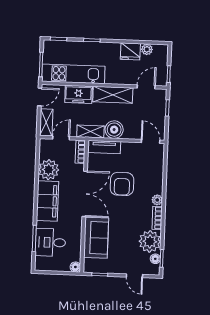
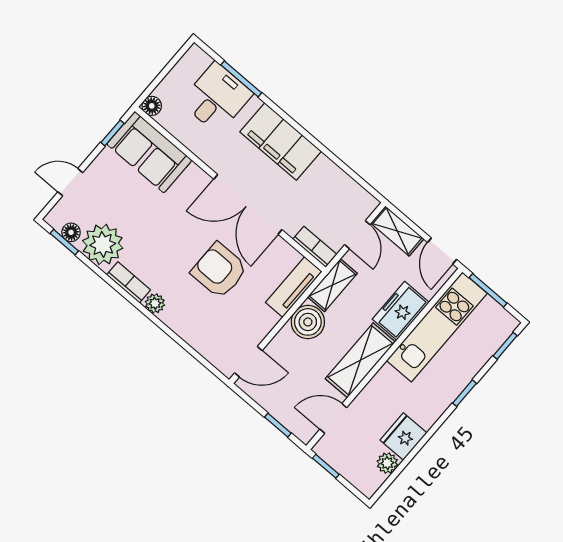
door: (146, 87) -> (333, 418), swing flipped
plant: (49, 170) -> (325, 180), removed
sofa: (96, 238) -> (149, 152), moved

